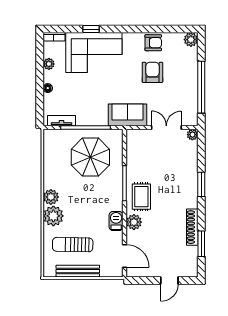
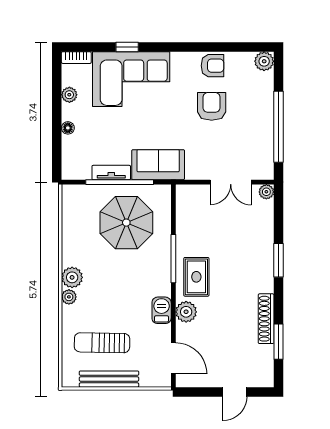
sofa: (127, 115) -> (158, 165), moved
tv unit: (61, 121) -> (111, 173), moved
double door: (166, 128) -> (231, 182), swing flipped
plant: (53, 216) -> (69, 297), width x0.53, depth x0.53

